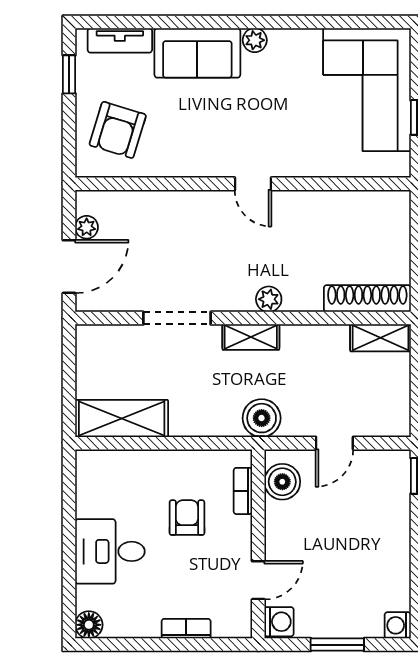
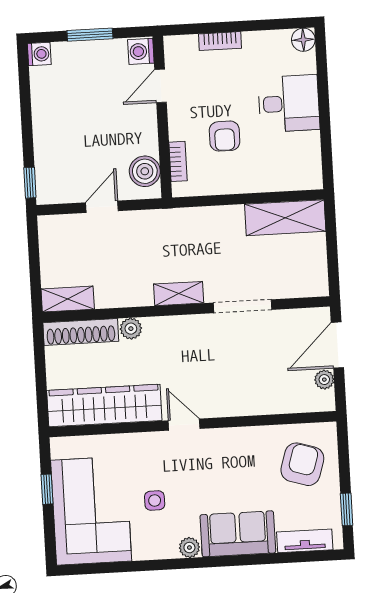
side table: (292, 97) -> (155, 501), added
wardrobe: (345, 211) -> (104, 405), added
plant: (269, 299) -> (131, 329), moved
boiler: (262, 418) -> (166, 225), removed

